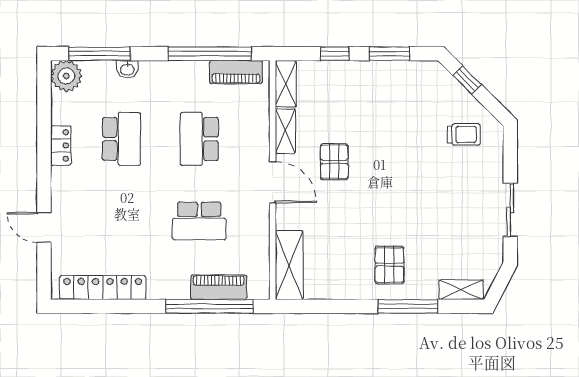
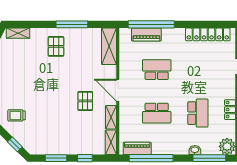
school desk: (121, 139) -> (198, 113), turned 180
school desk: (199, 139) -> (157, 113), turned 90
window: (408, 306) -> (72, 24), moved

